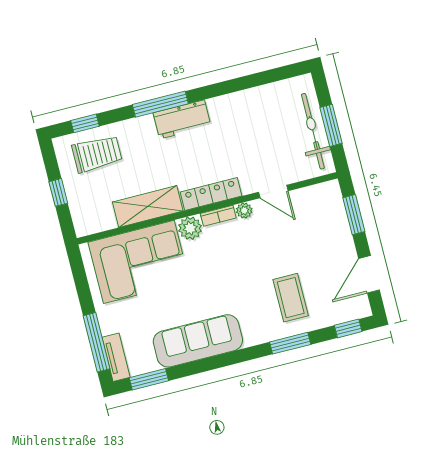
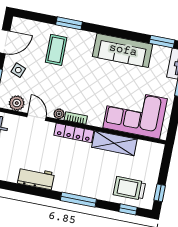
workbench: (182, 119) -> (36, 178), moved
window: (58, 192) -> (160, 193), moved
plant: (190, 228) -> (17, 103), moved
side table: (330, 244) -> (18, 70), added
window: (348, 328) -> (31, 16), removed

